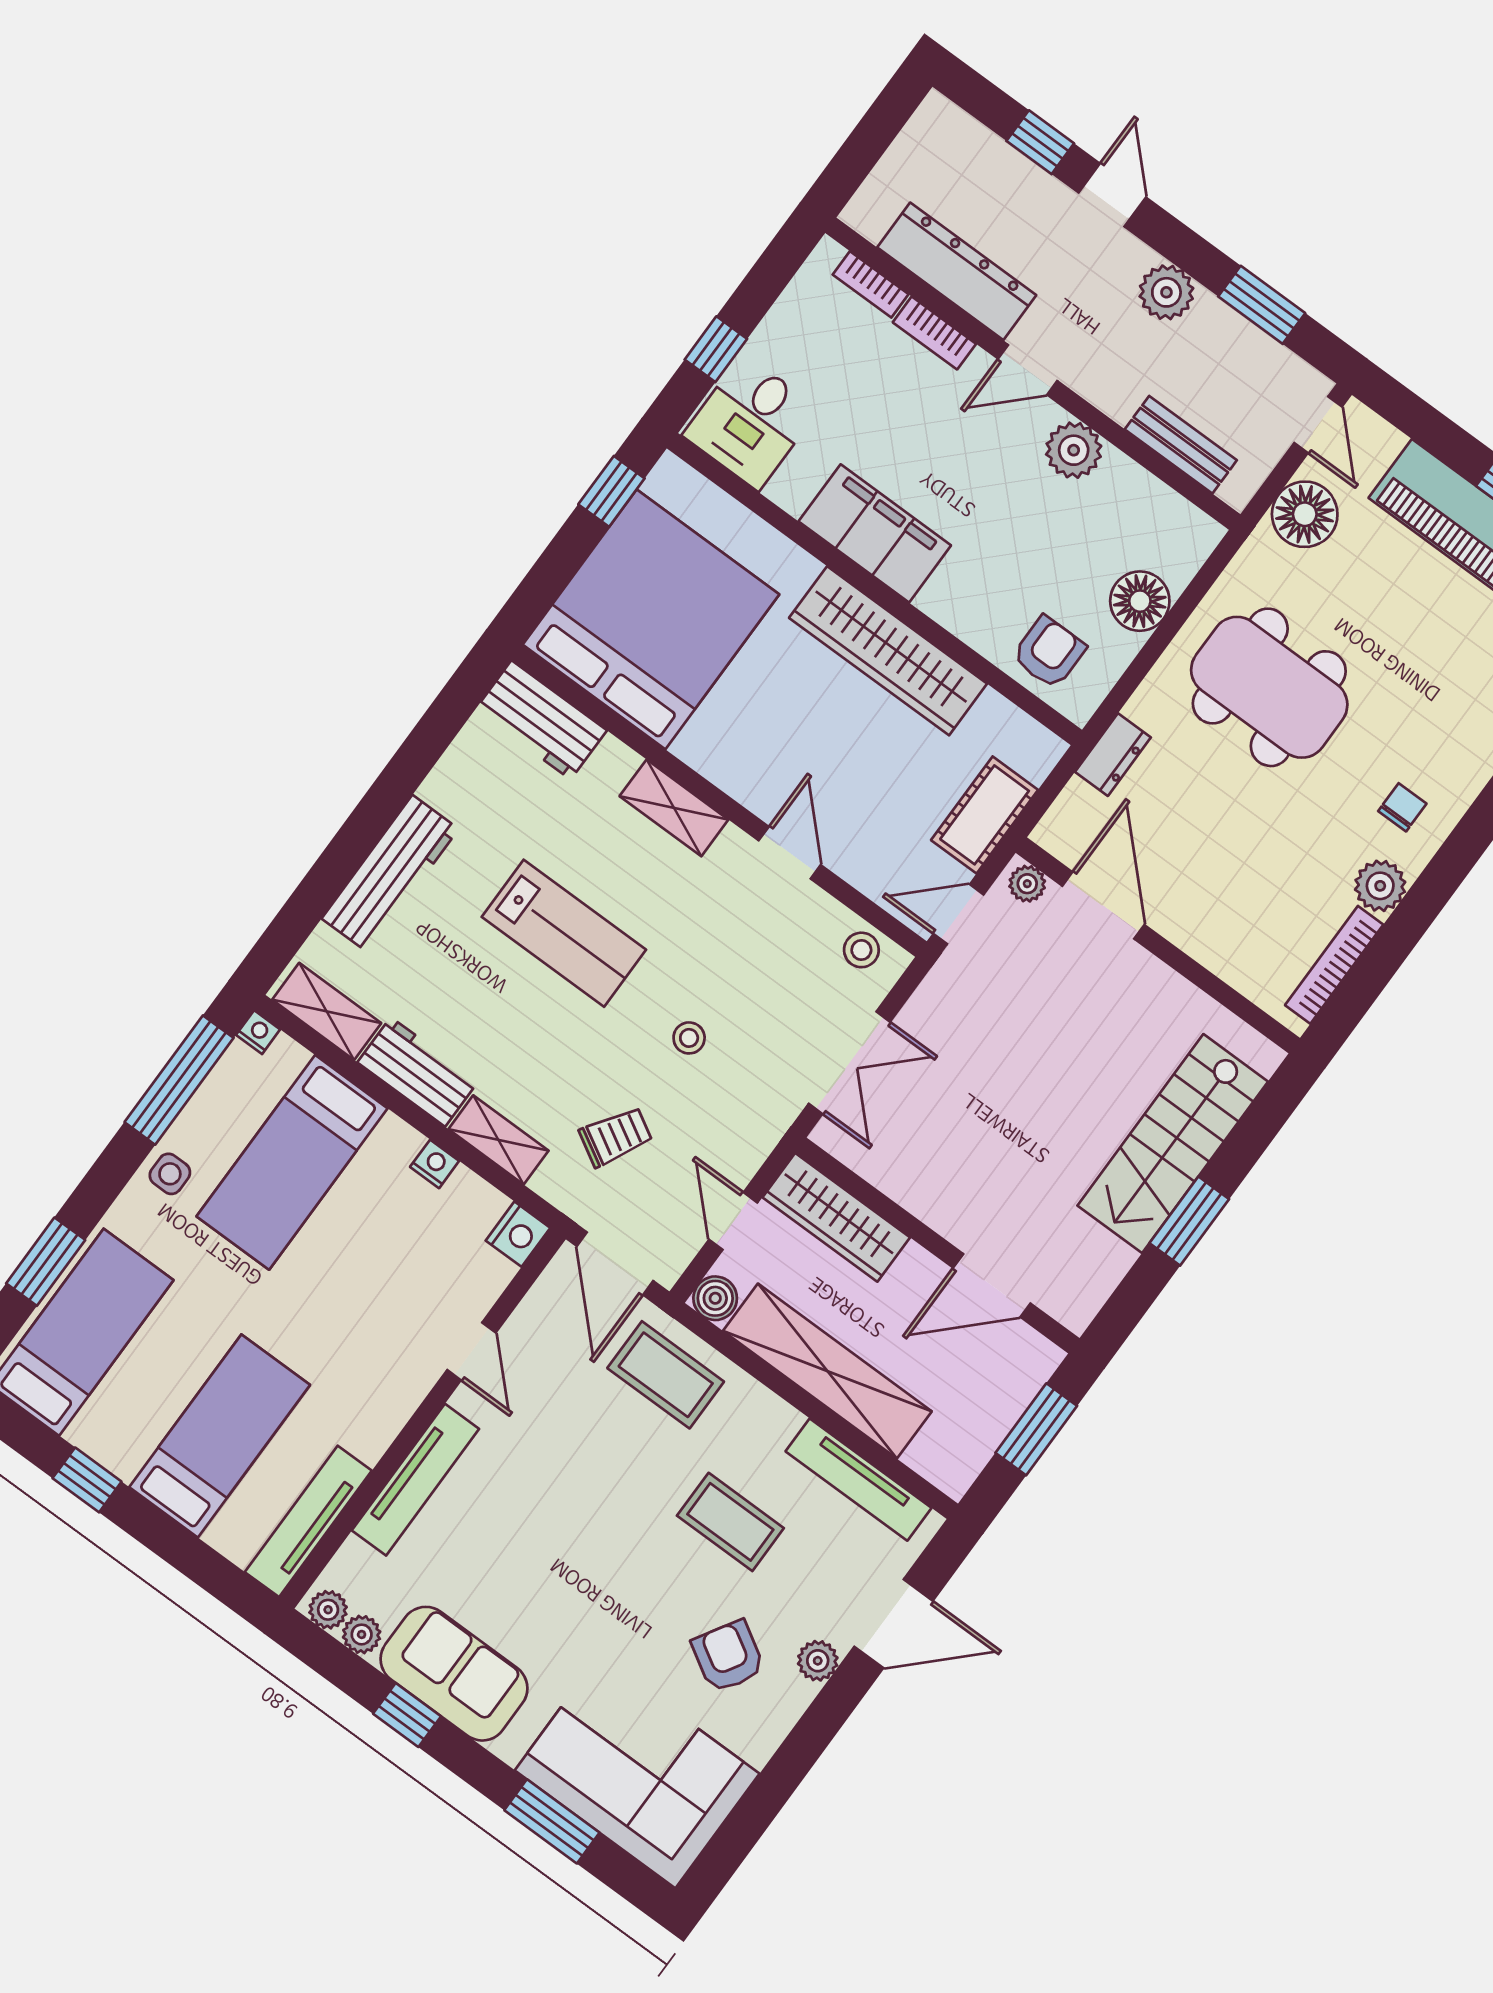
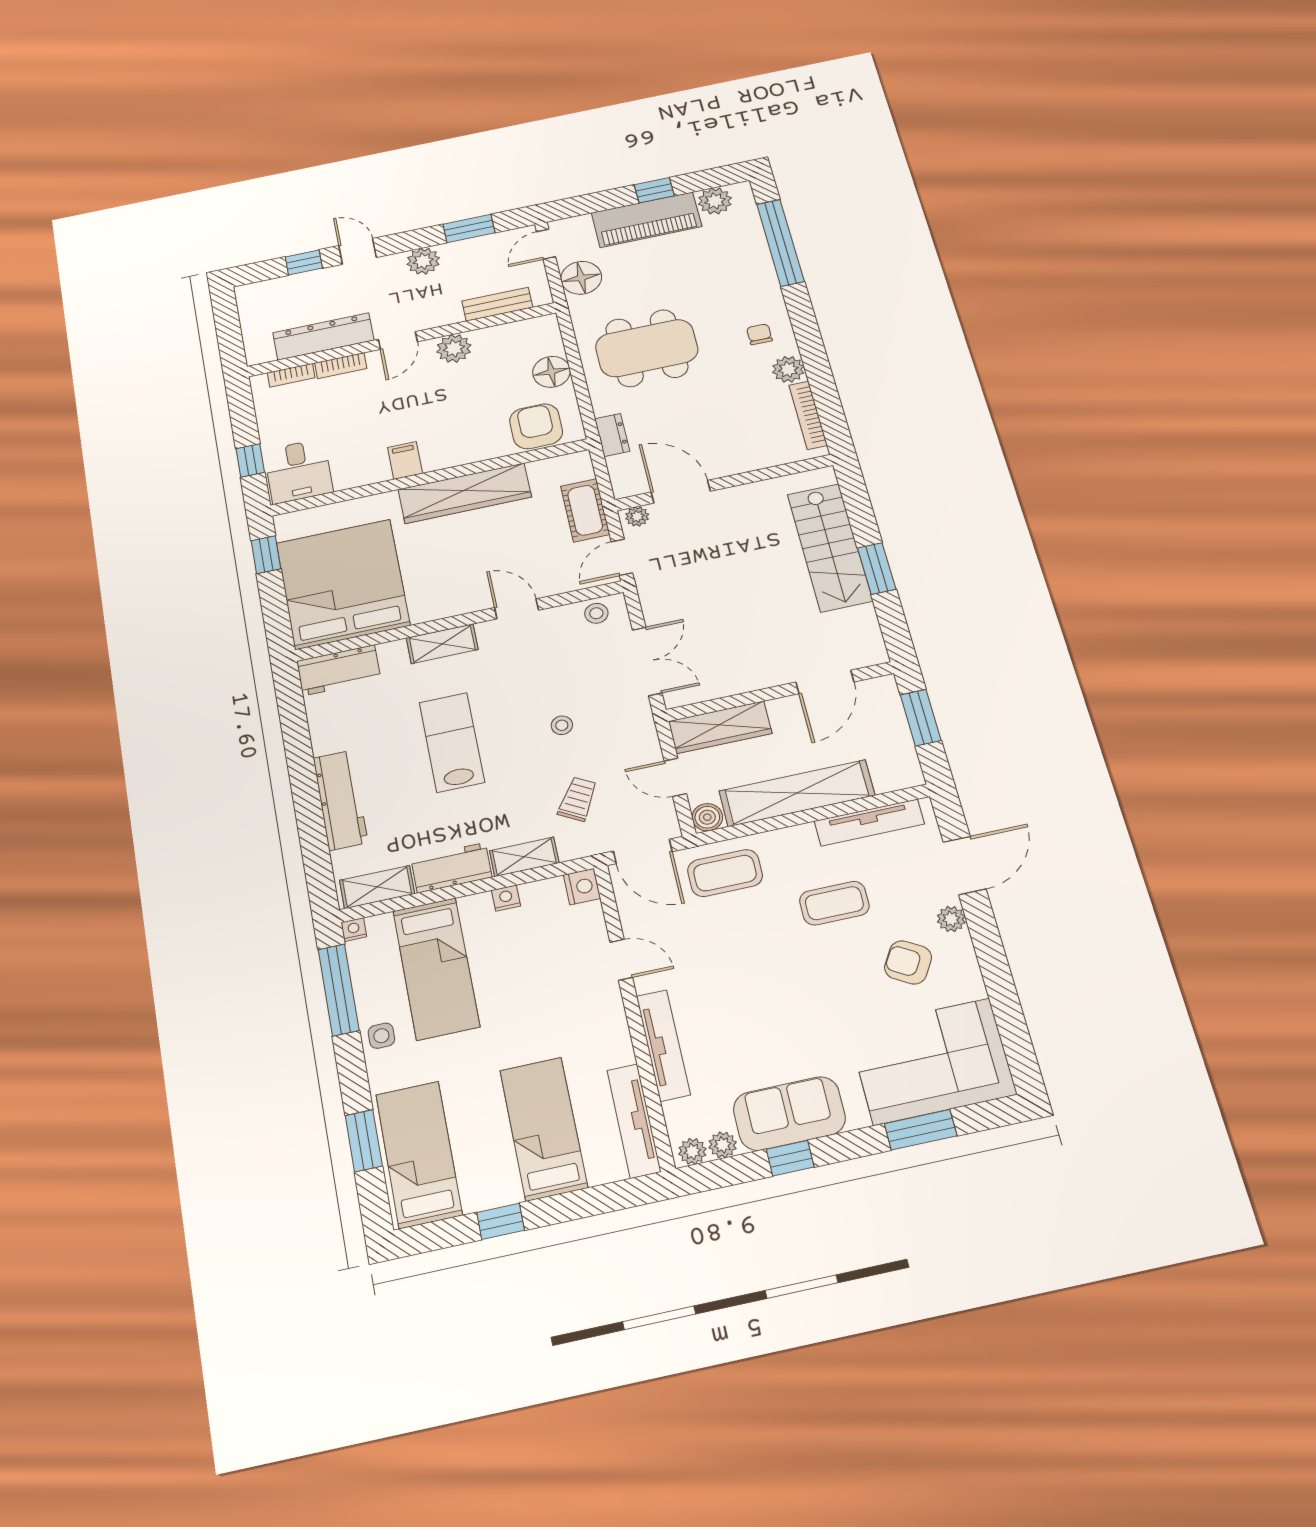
door: (1318, 425) -> (546, 244), swing flipped
filing cabinet: (875, 533) -> (405, 460), width x0.33, depth x0.86
armchair: (1049, 652) -> (536, 426), width x1.38, depth x1.38
lab bench: (564, 933) -> (452, 742), turned -90

